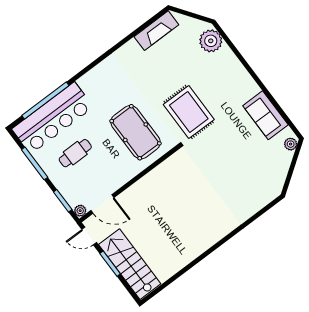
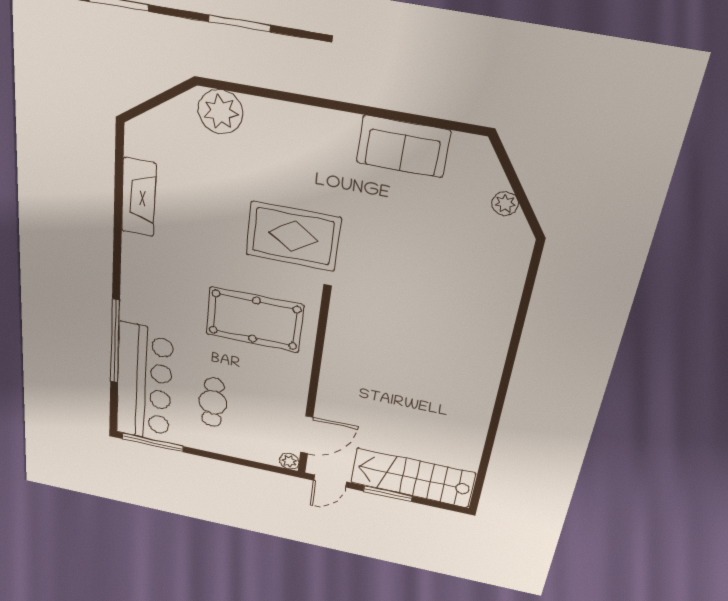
fireplace: (156, 31) -> (138, 197), moved
window: (45, 100) -> (115, 342), moved
plant: (291, 144) -> (505, 204), moved
window: (35, 163) -> (153, 442), moved
window: (63, 201) -> (258, 465), removed

